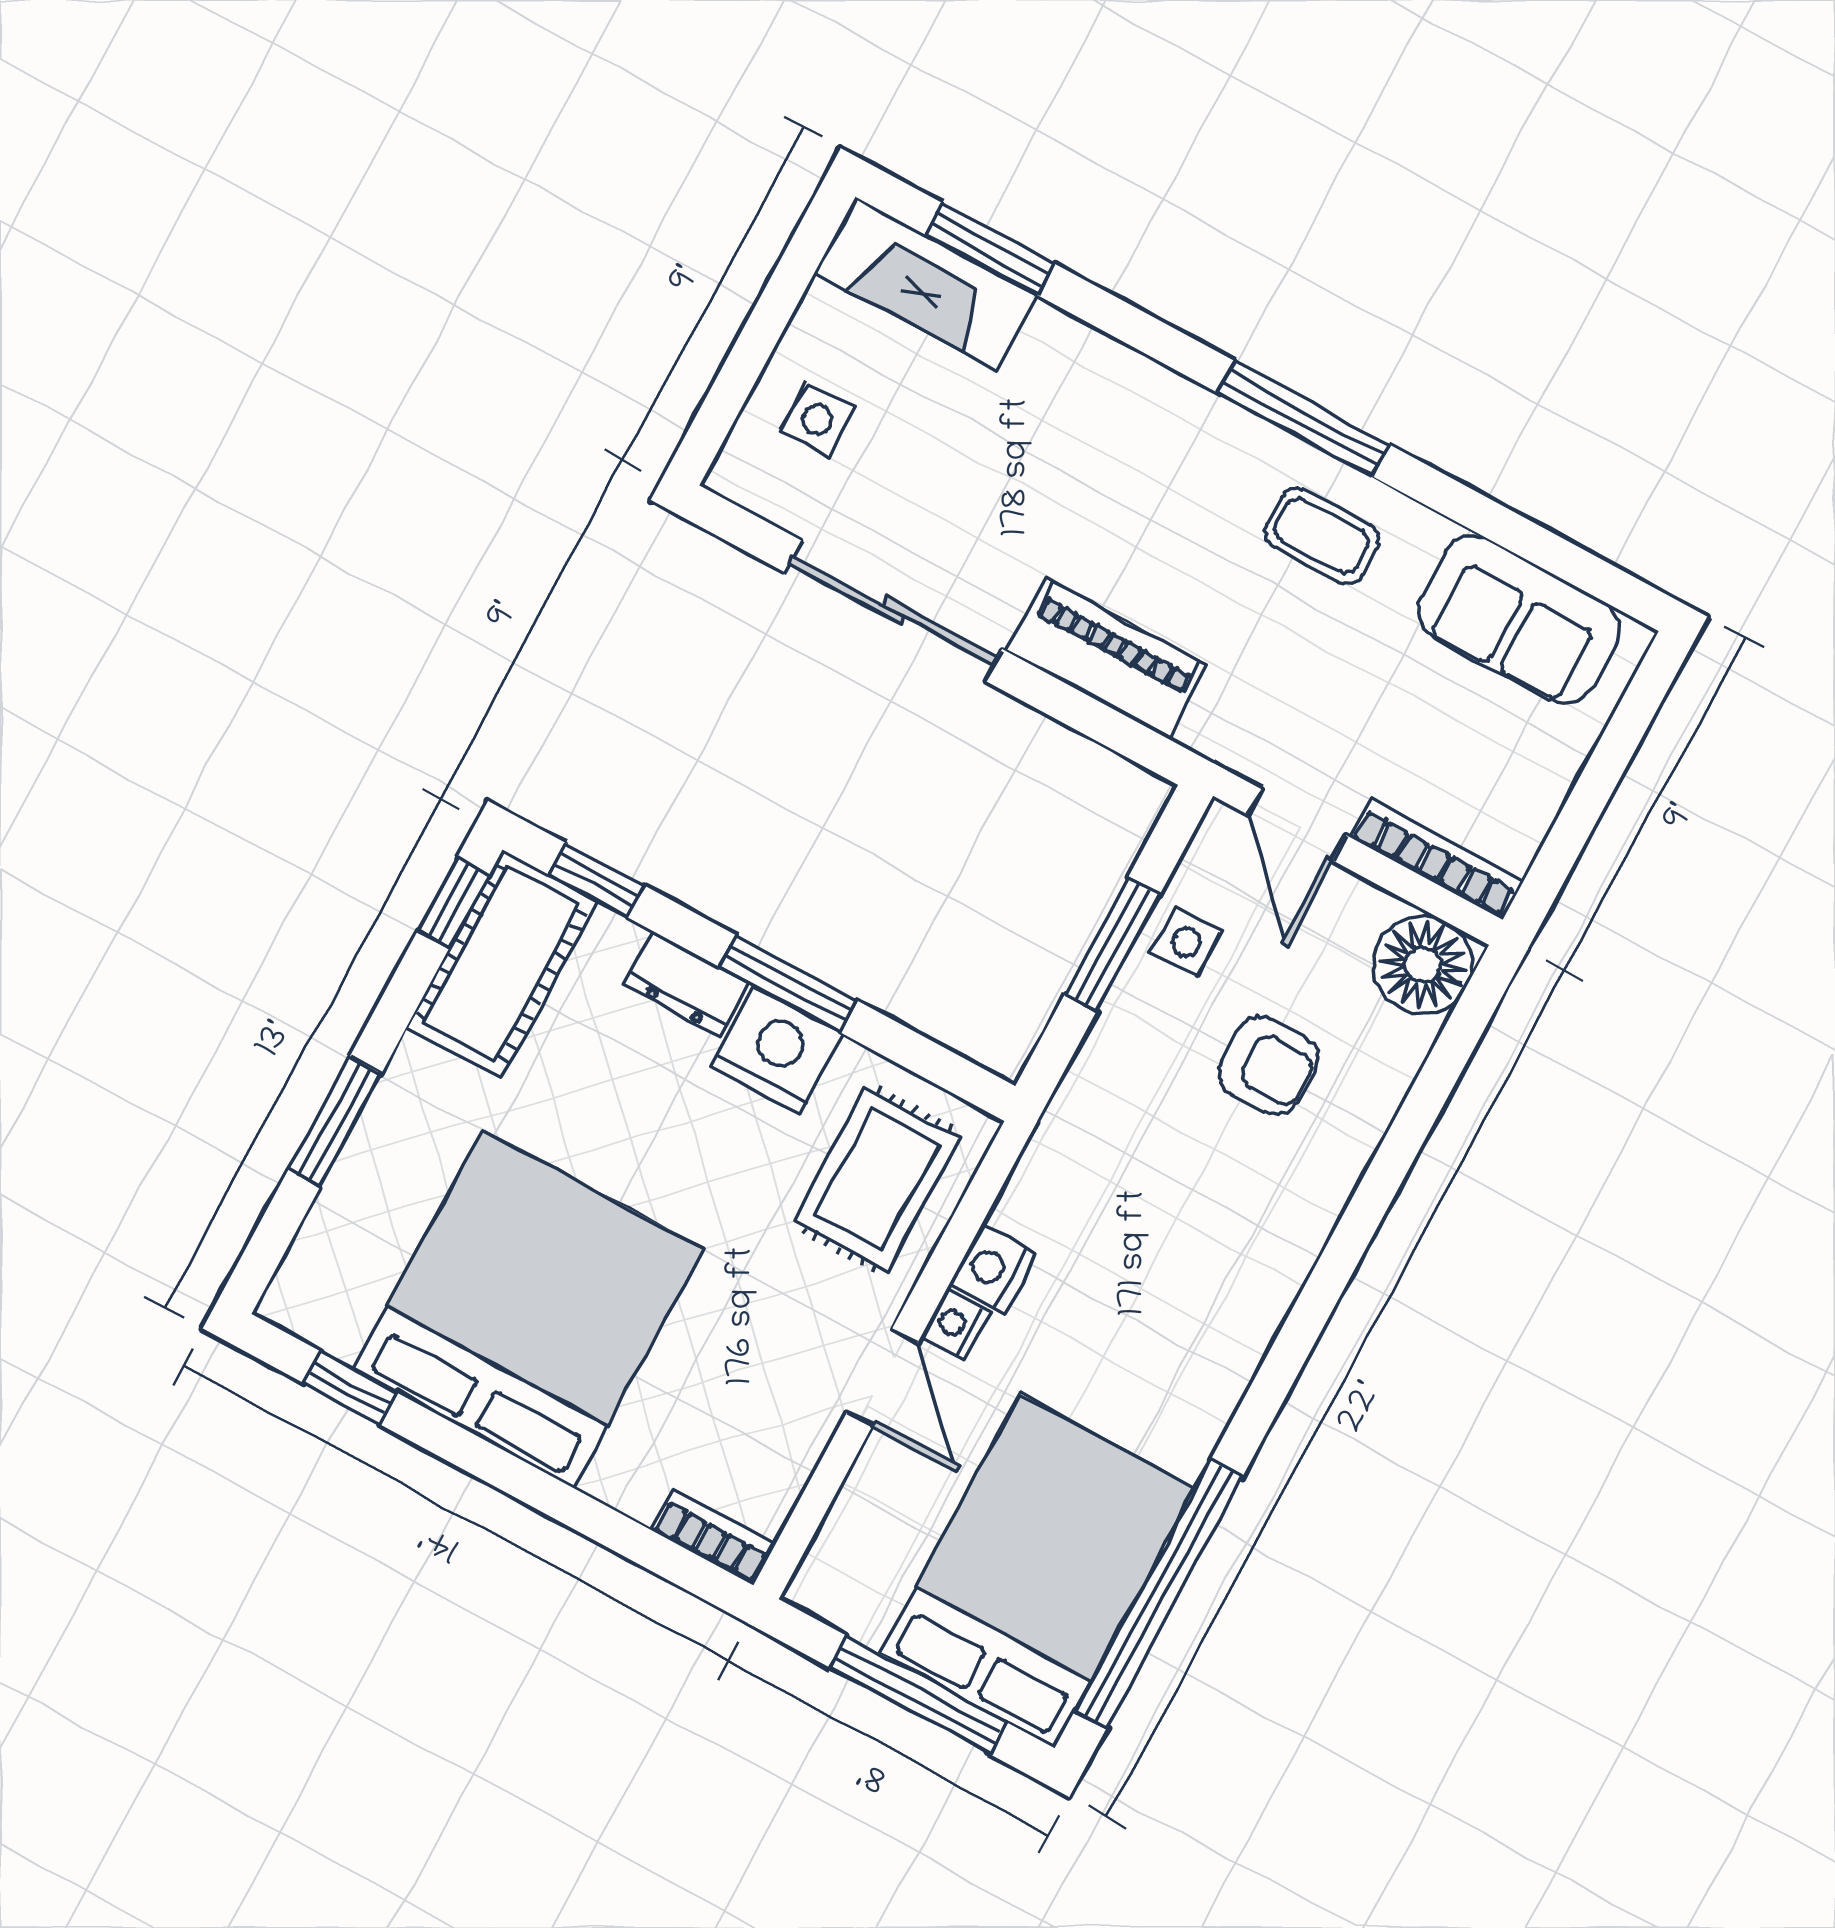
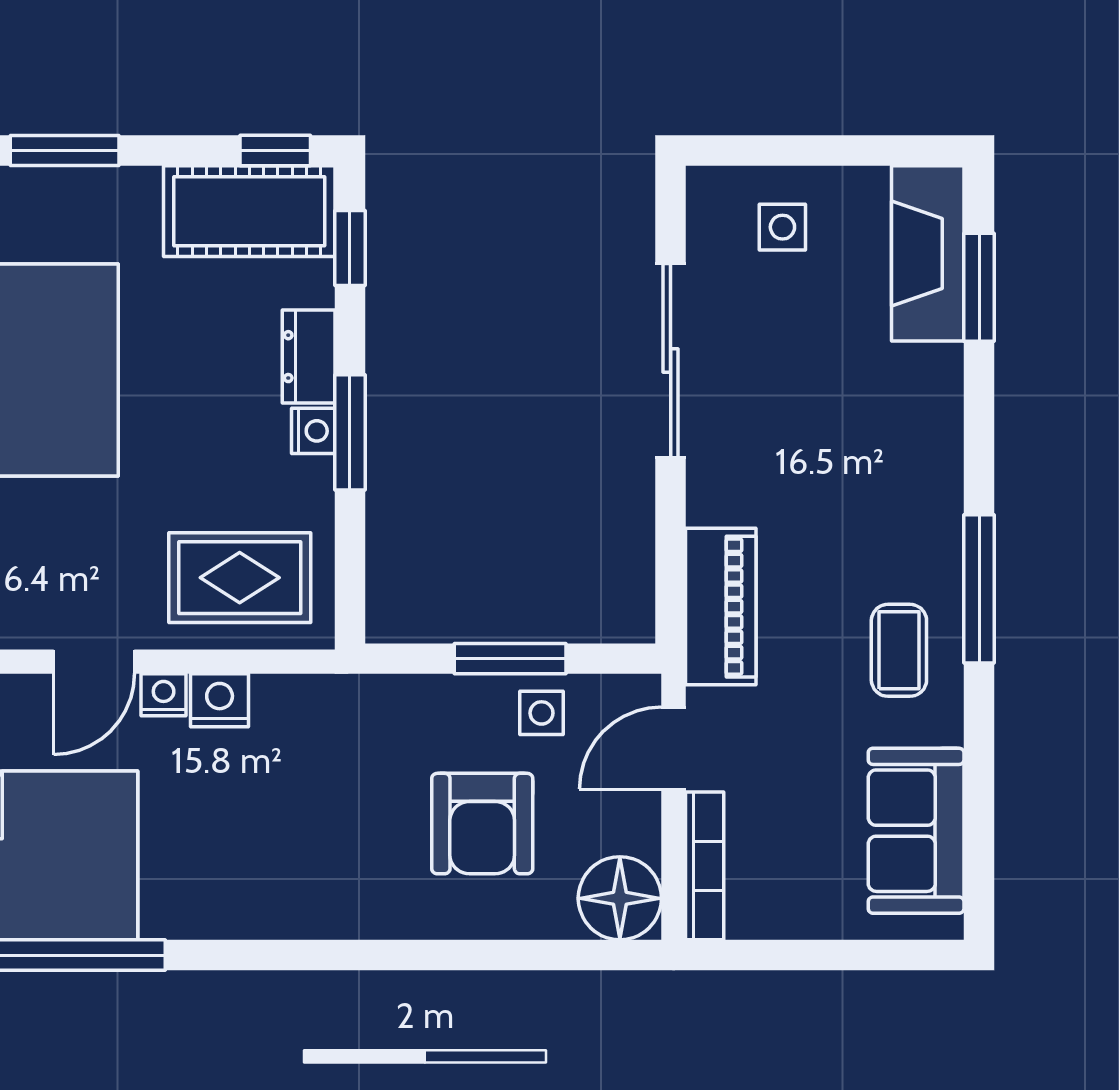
piano: (1107, 659) -> (721, 607), moved
nightstand: (777, 1050) -> (313, 431), width x0.53, depth x0.56
armchair: (1268, 1066) -> (482, 824), width x1.38, depth x1.38

